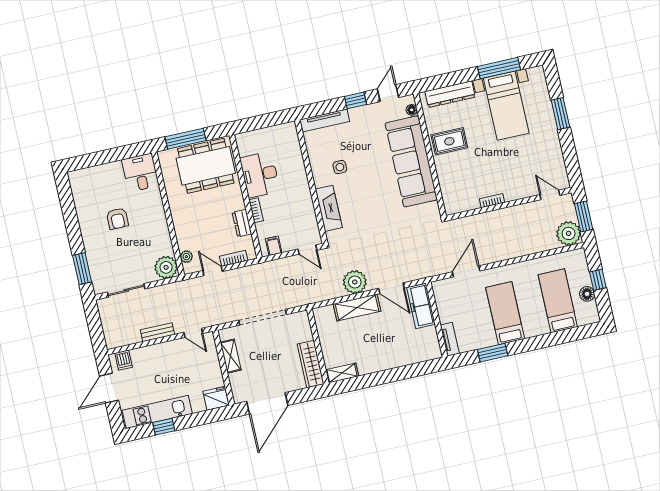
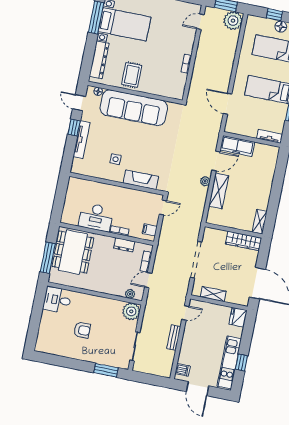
tv unit: (325, 121) -> (82, 140), moved
plant: (355, 282) -> (205, 181), width x0.53, depth x0.53

